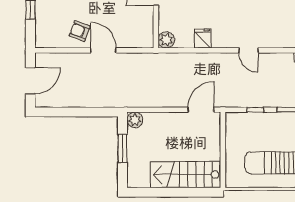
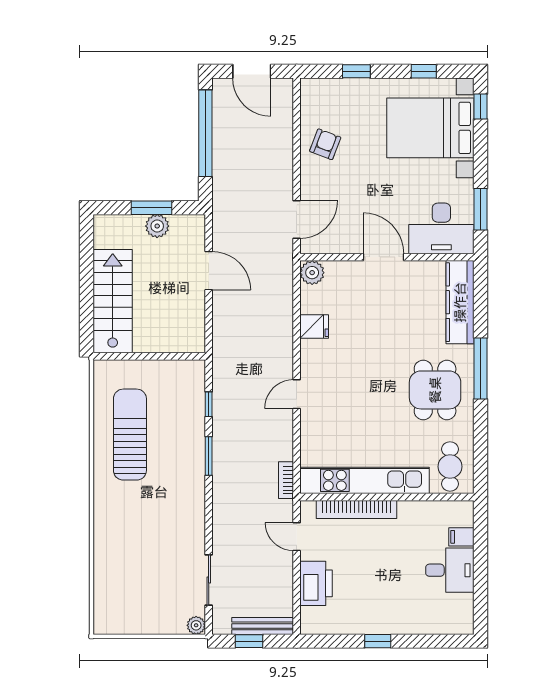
door: (103, 50) -> (297, 220), moved
door: (201, 110) -> (209, 271), moved
window: (72, 112) -> (205, 133), added
plant: (135, 120) -> (157, 226), moved

